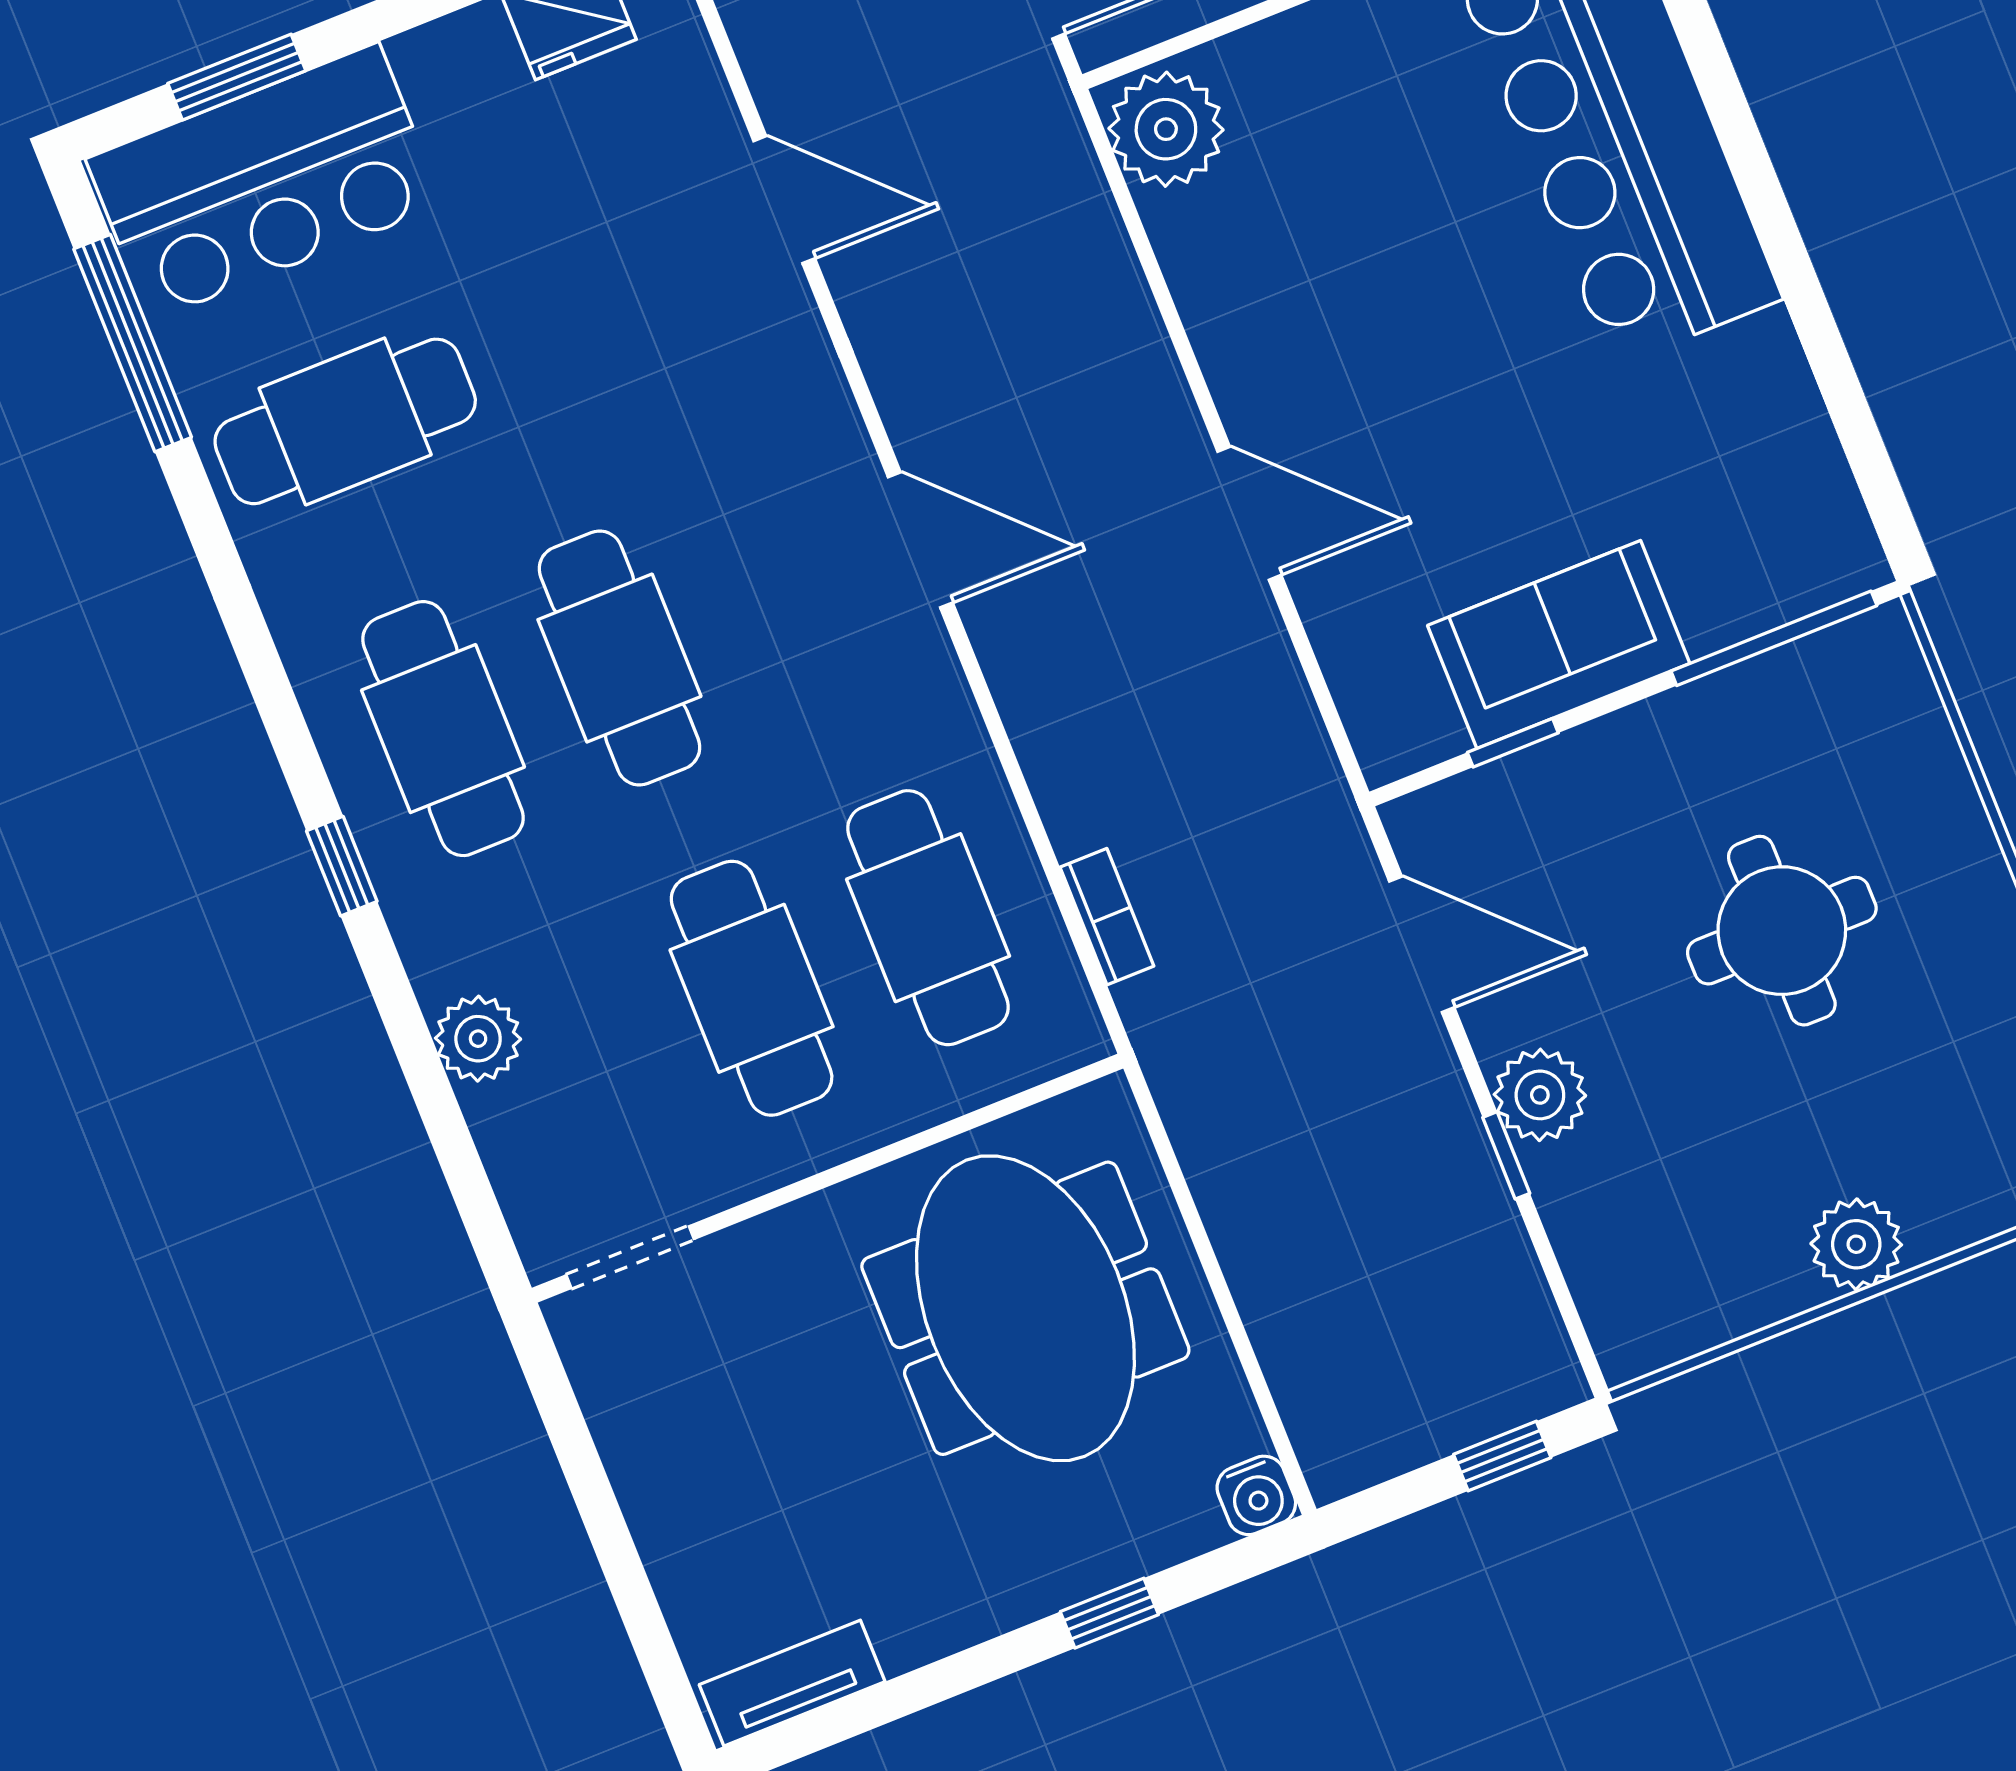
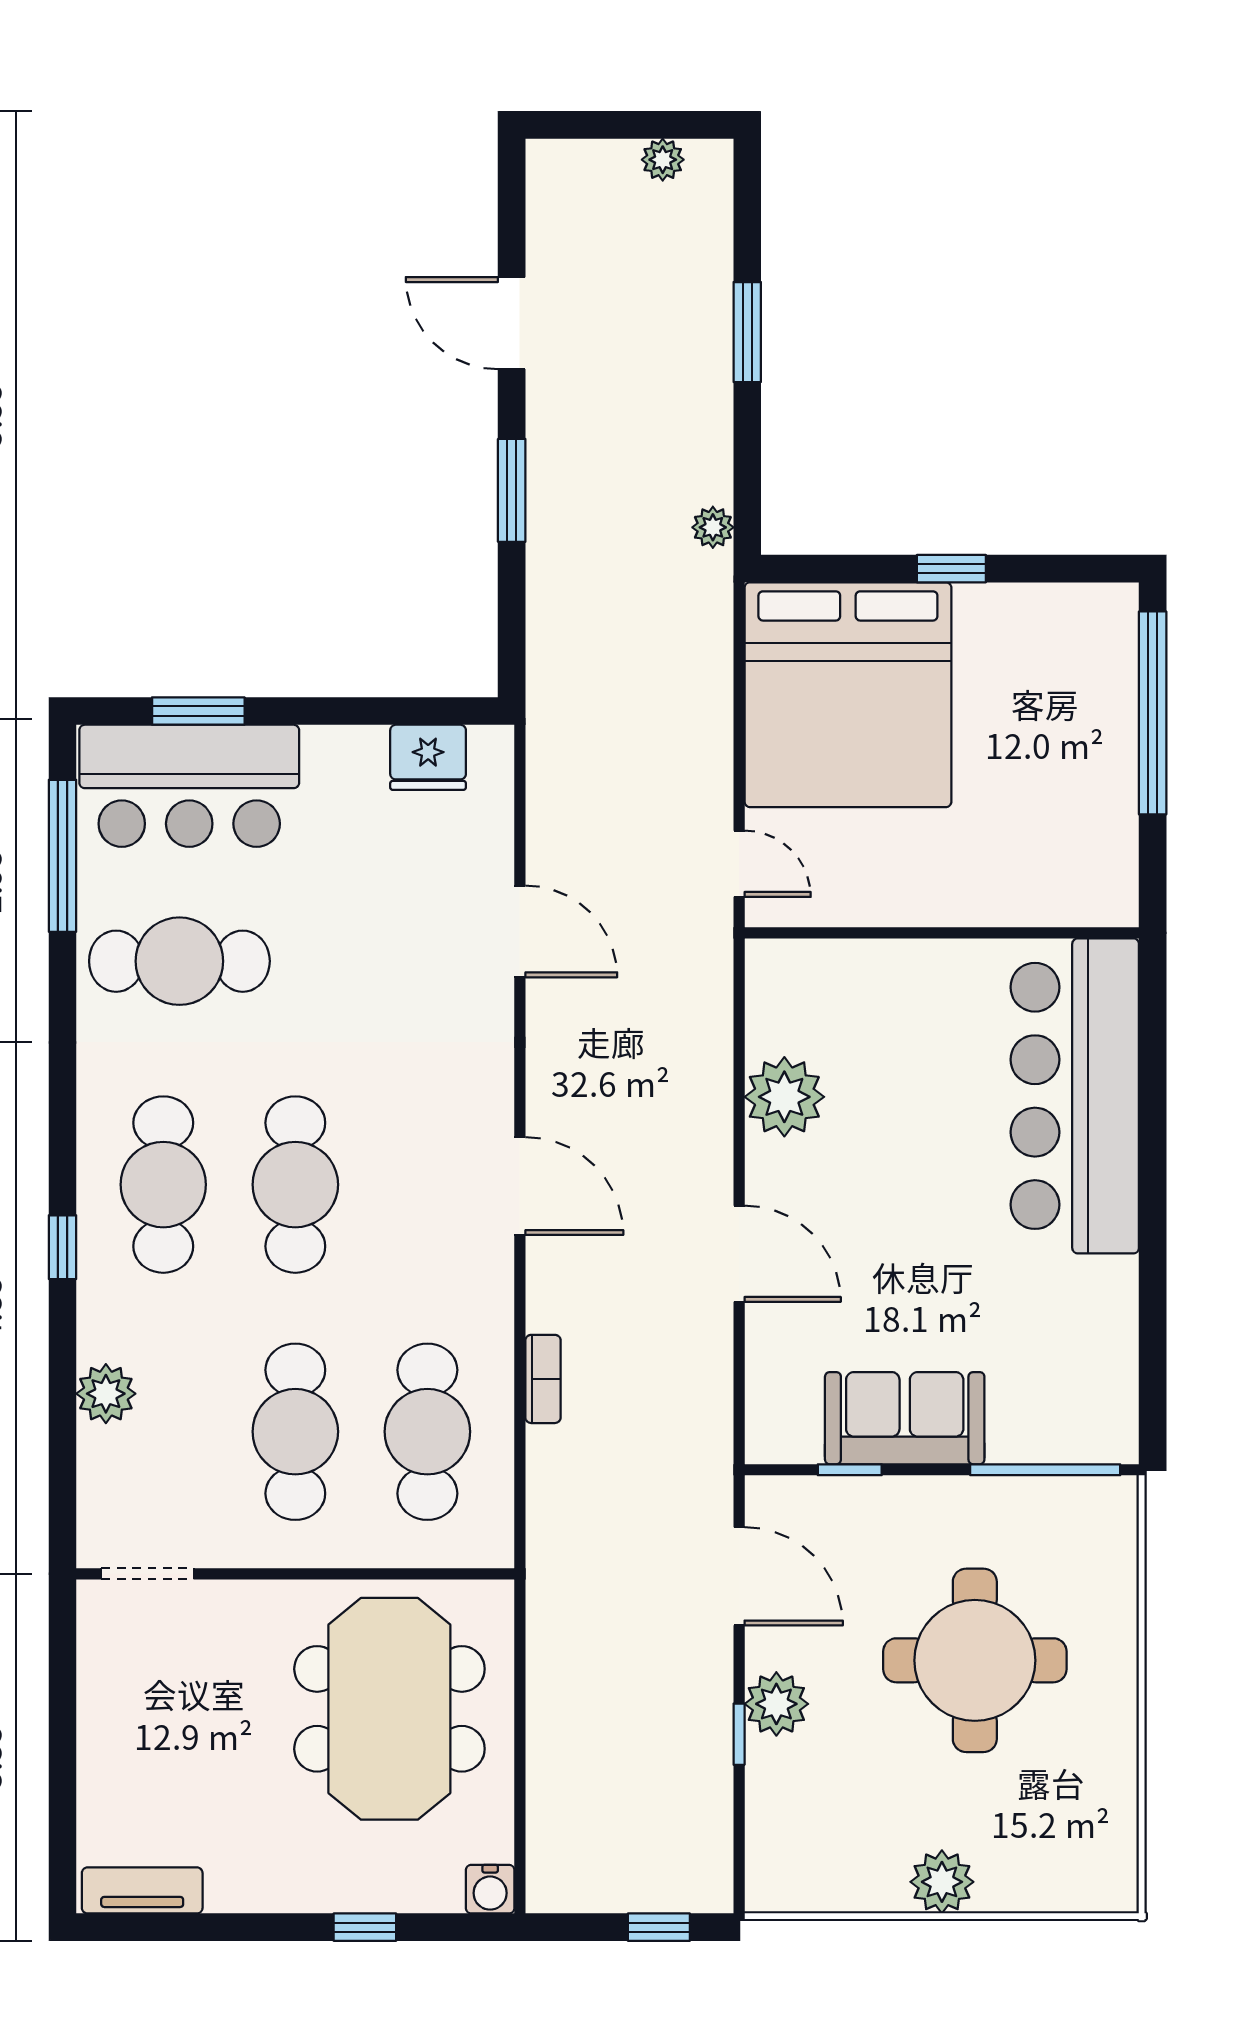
plant: (1166, 129) -> (784, 1097), moved
bookcase: (1107, 917) -> (543, 1379), moved
round table: (1782, 931) -> (975, 1660), width x1.36, depth x1.36

